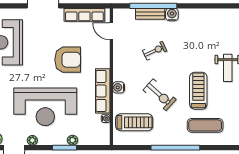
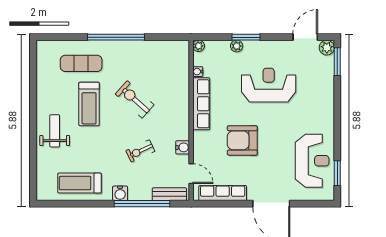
bench: (150, 14) -> (169, 194), moved
water cooler: (119, 87) -> (183, 147), moved
reception desk: (45, 107) -> (269, 85), width x0.74, depth x0.77
treadmill: (134, 122) -> (79, 183), moved
plant: (32, 140) -> (199, 46), moved

